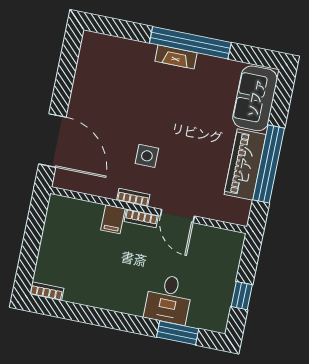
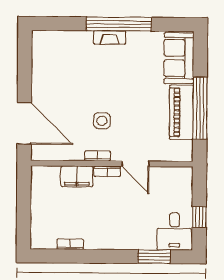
filing cabinet: (113, 219) -> (77, 176), width x2.00
bookcase: (47, 291) -> (70, 244), moved
desk: (169, 299) -> (174, 231), moved

